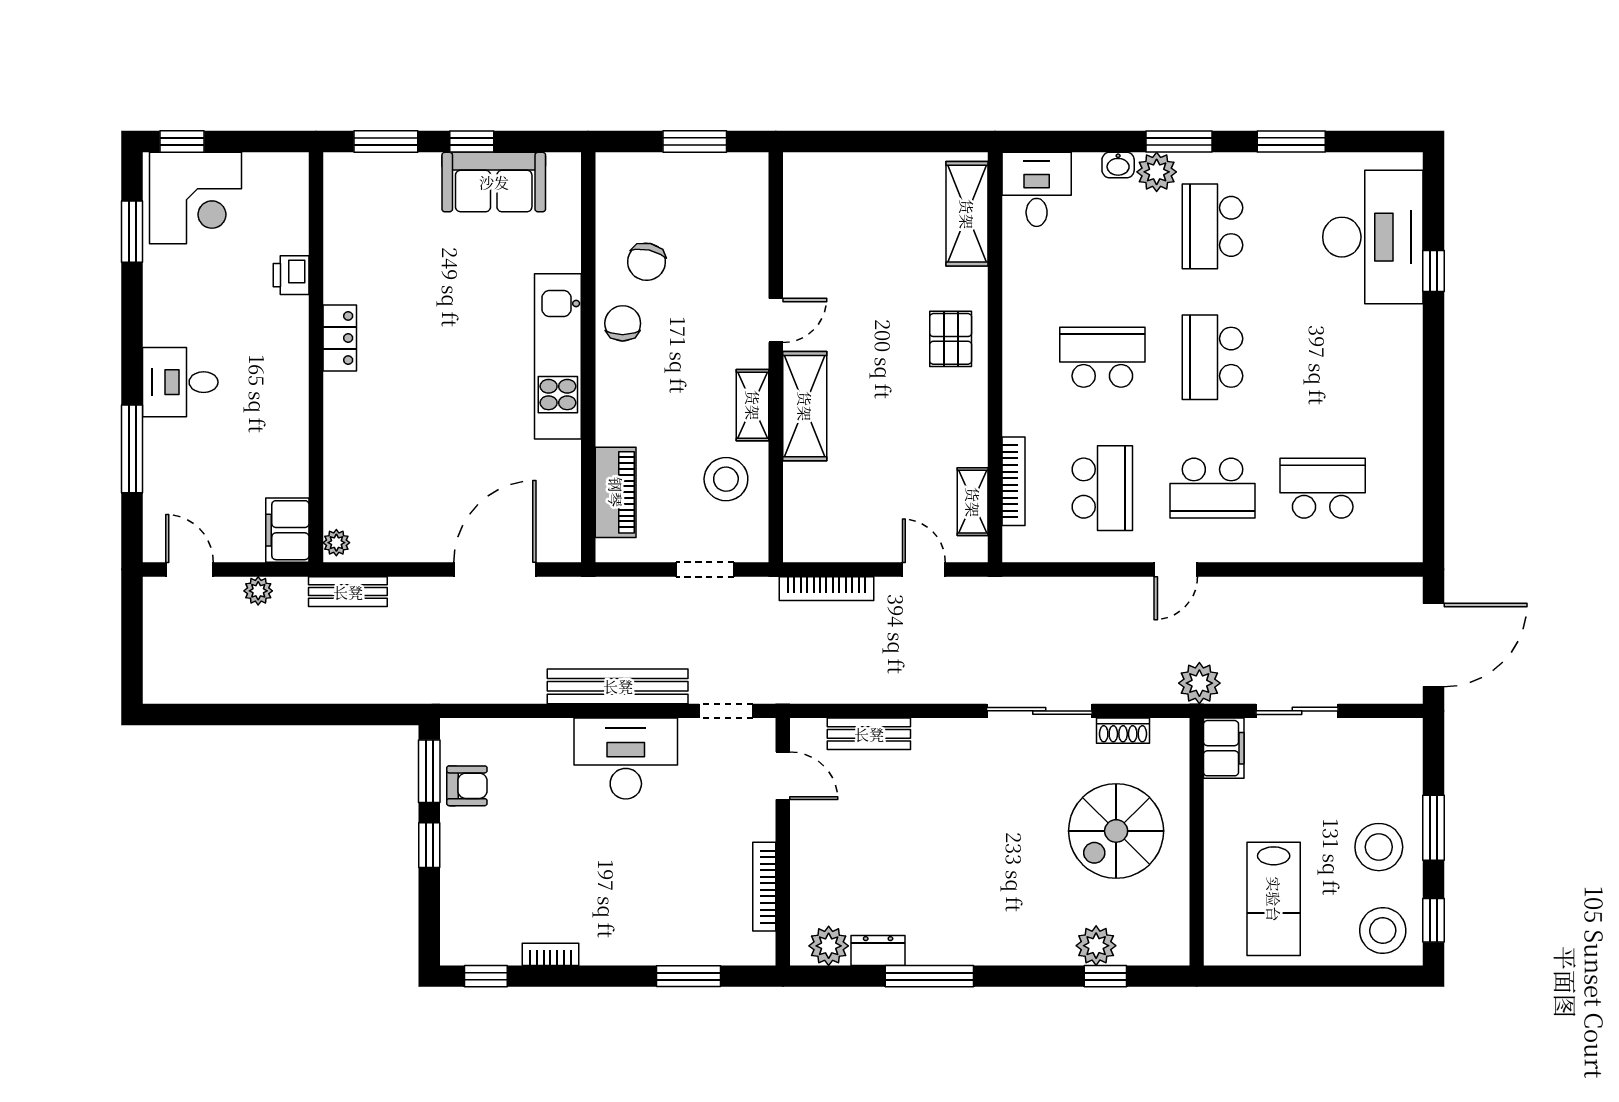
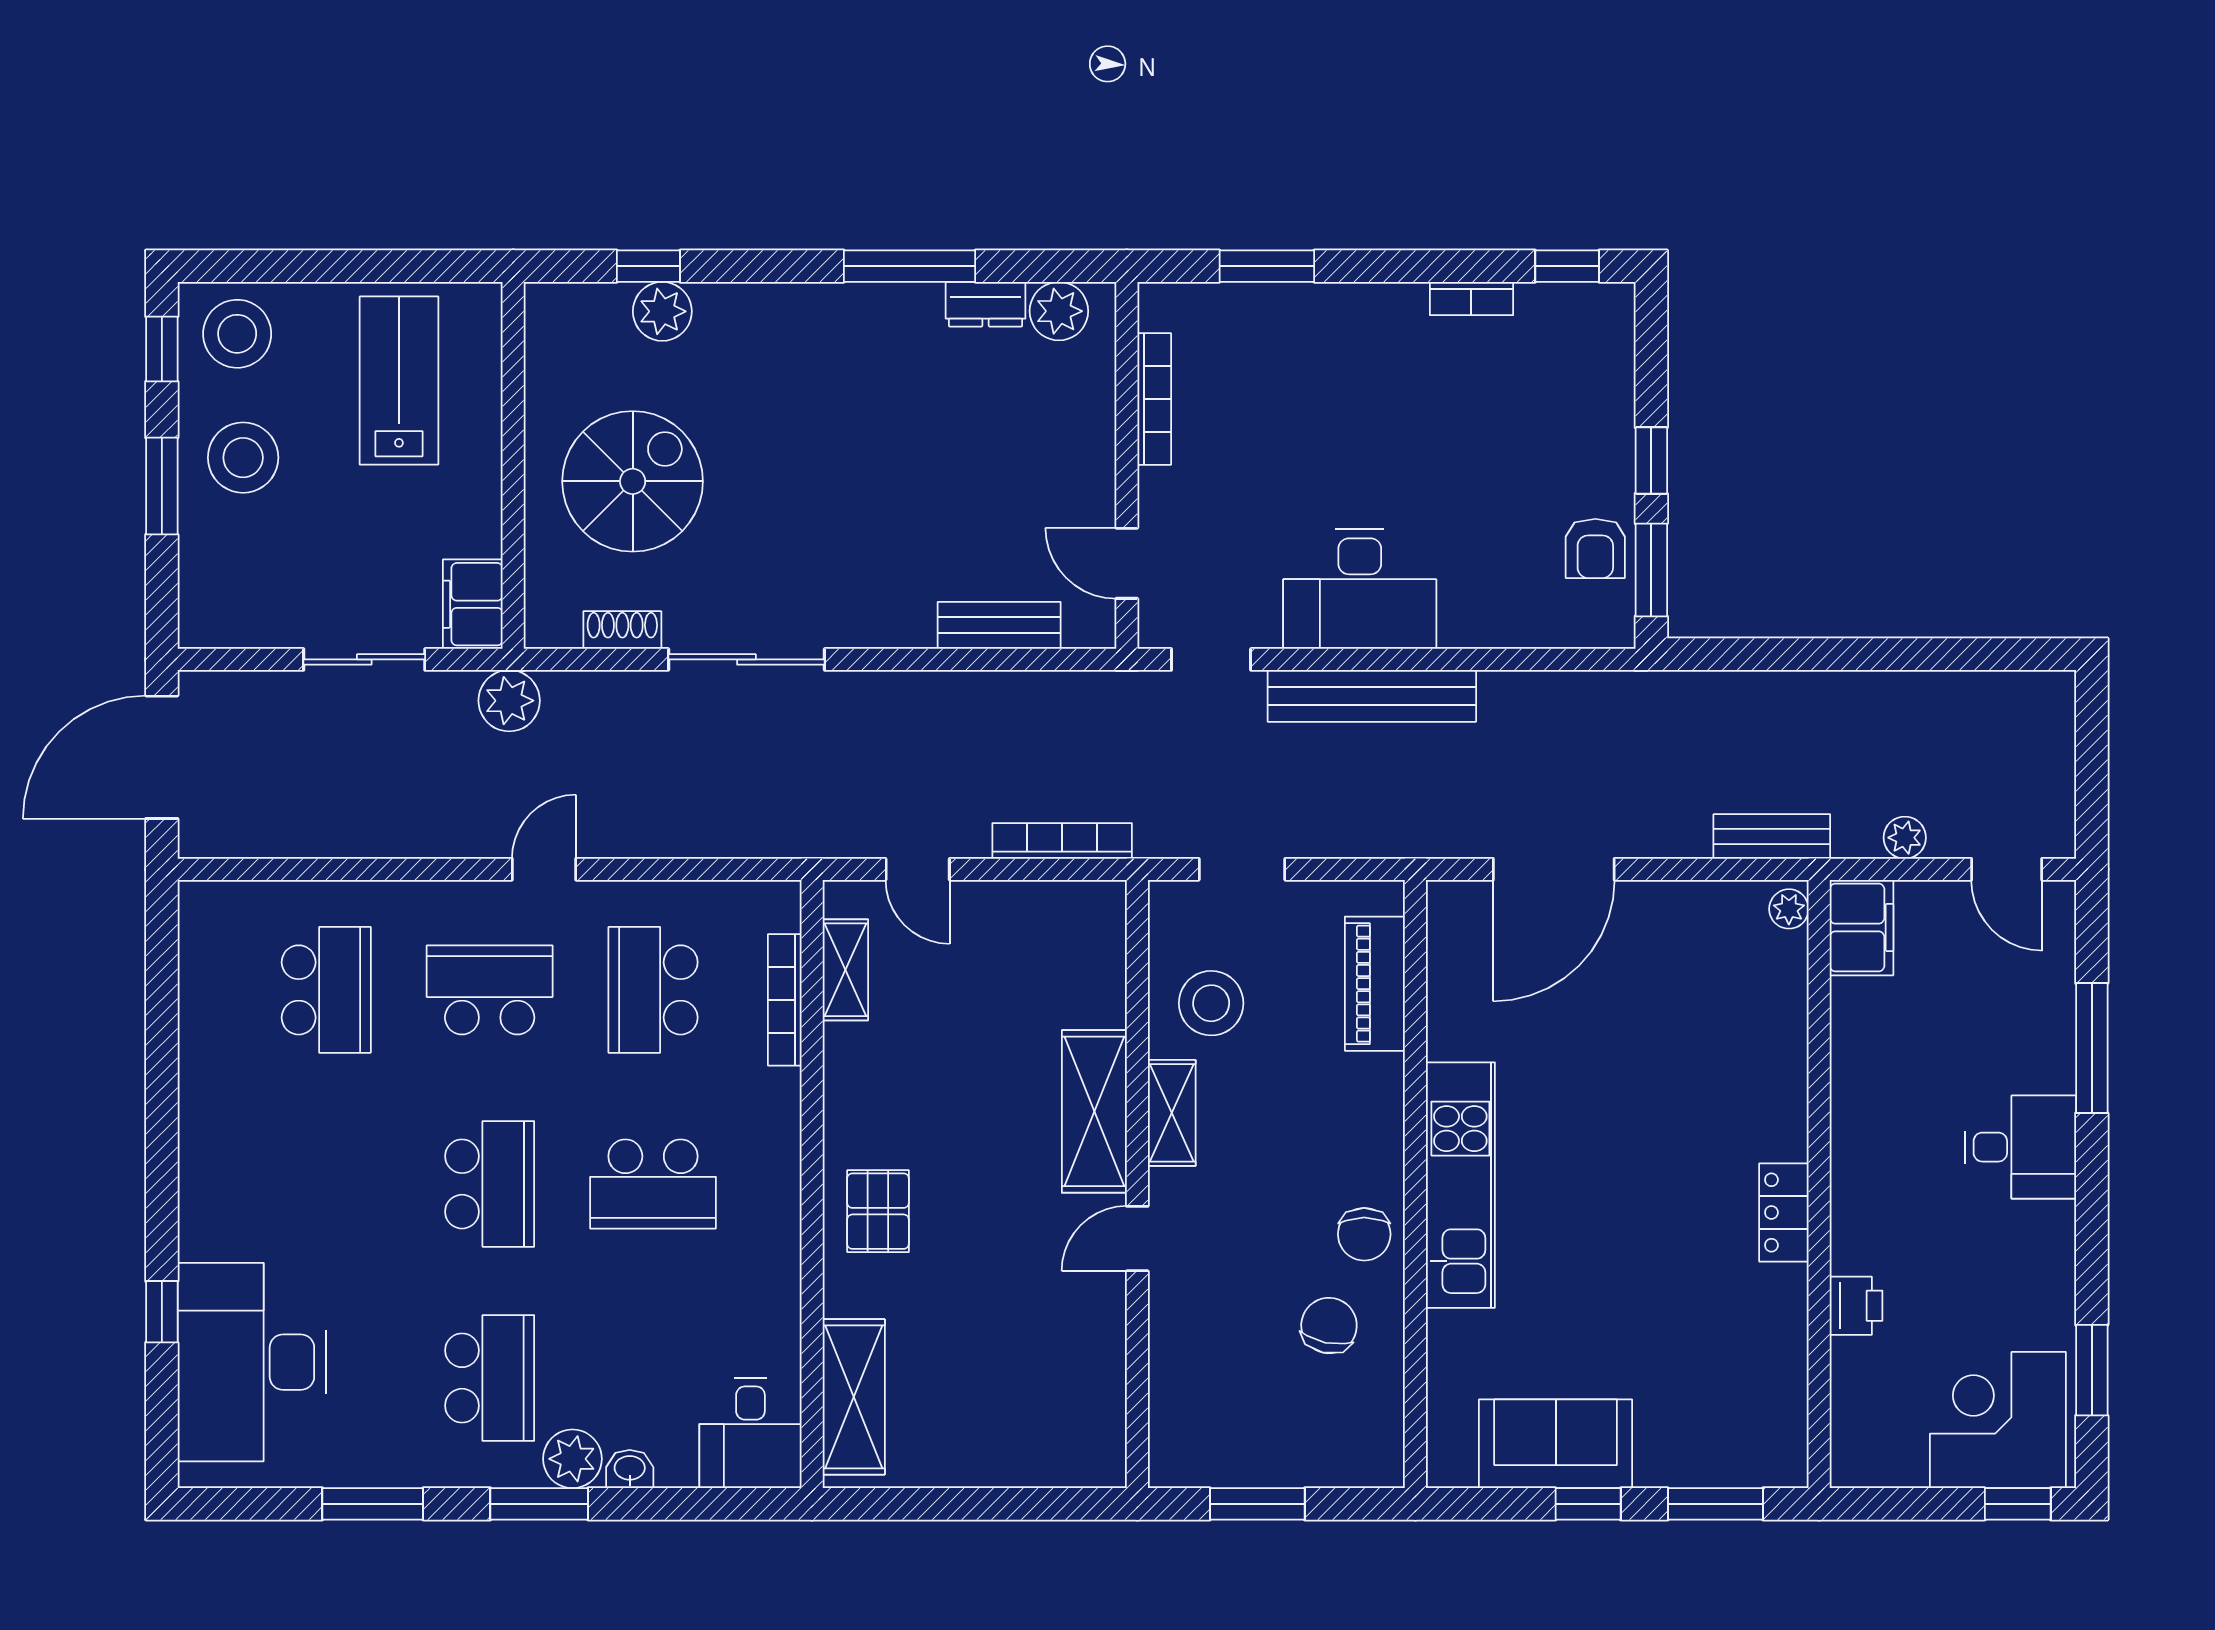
school desk: (1323, 488) -> (326, 990), turned -90
armchair: (467, 786) -> (1595, 548), turned -90

